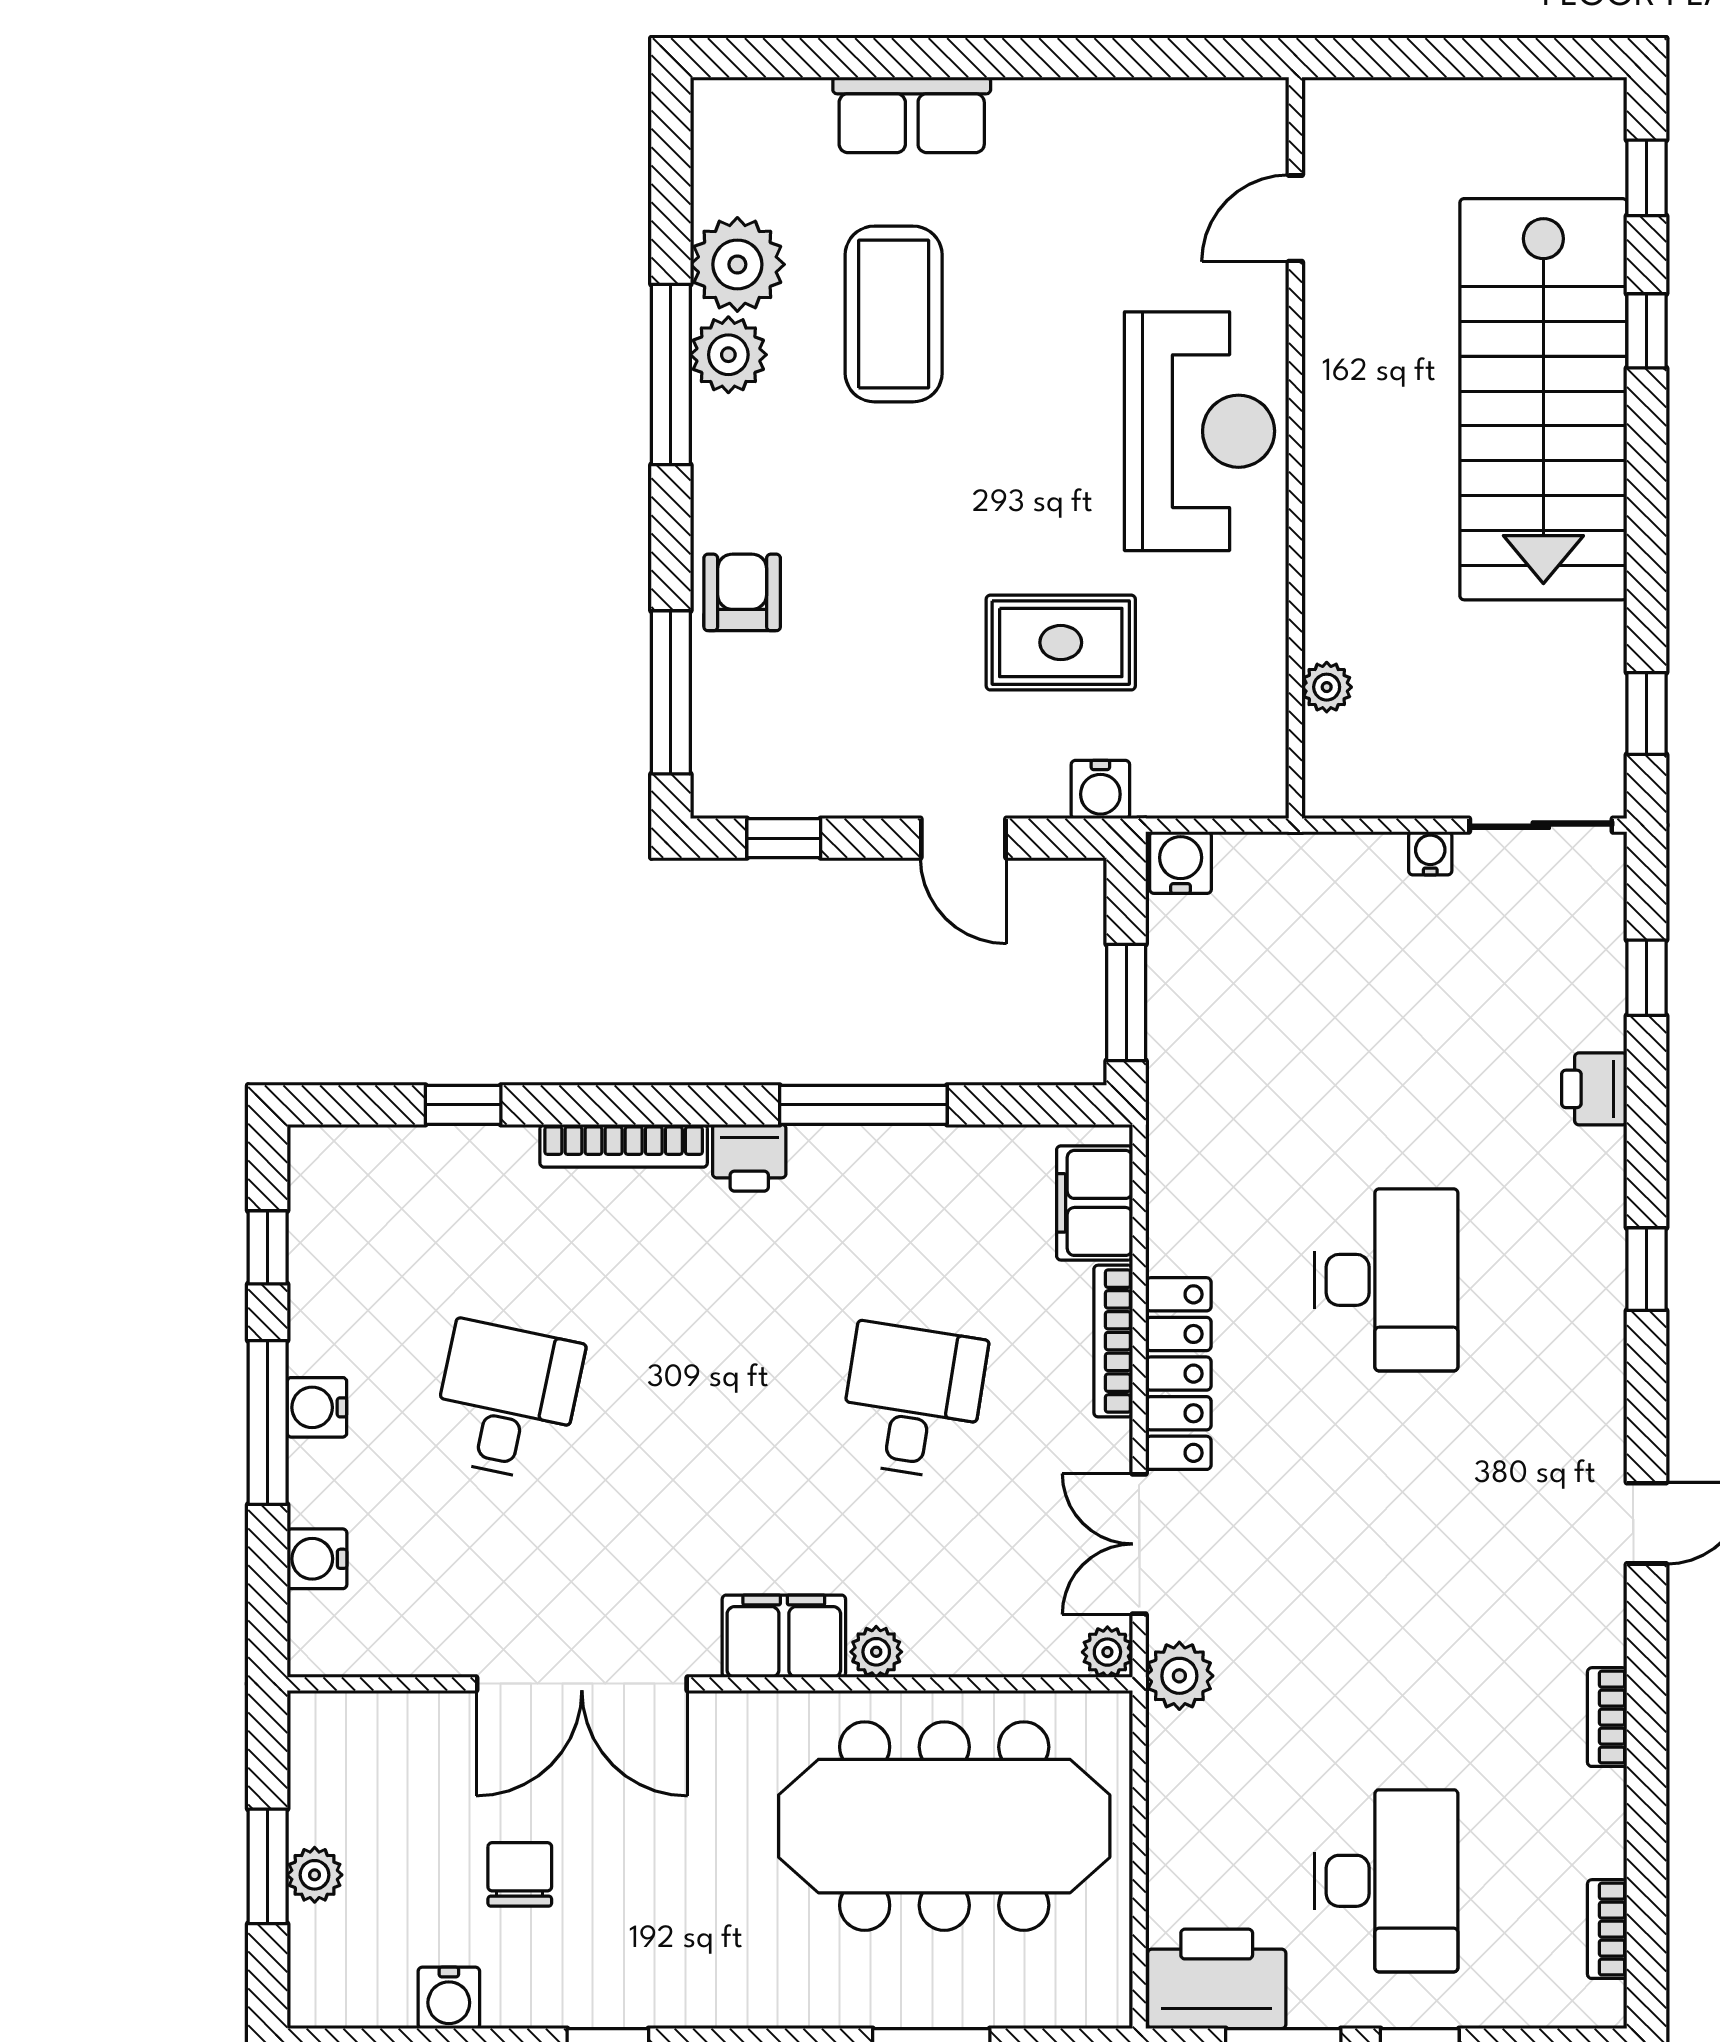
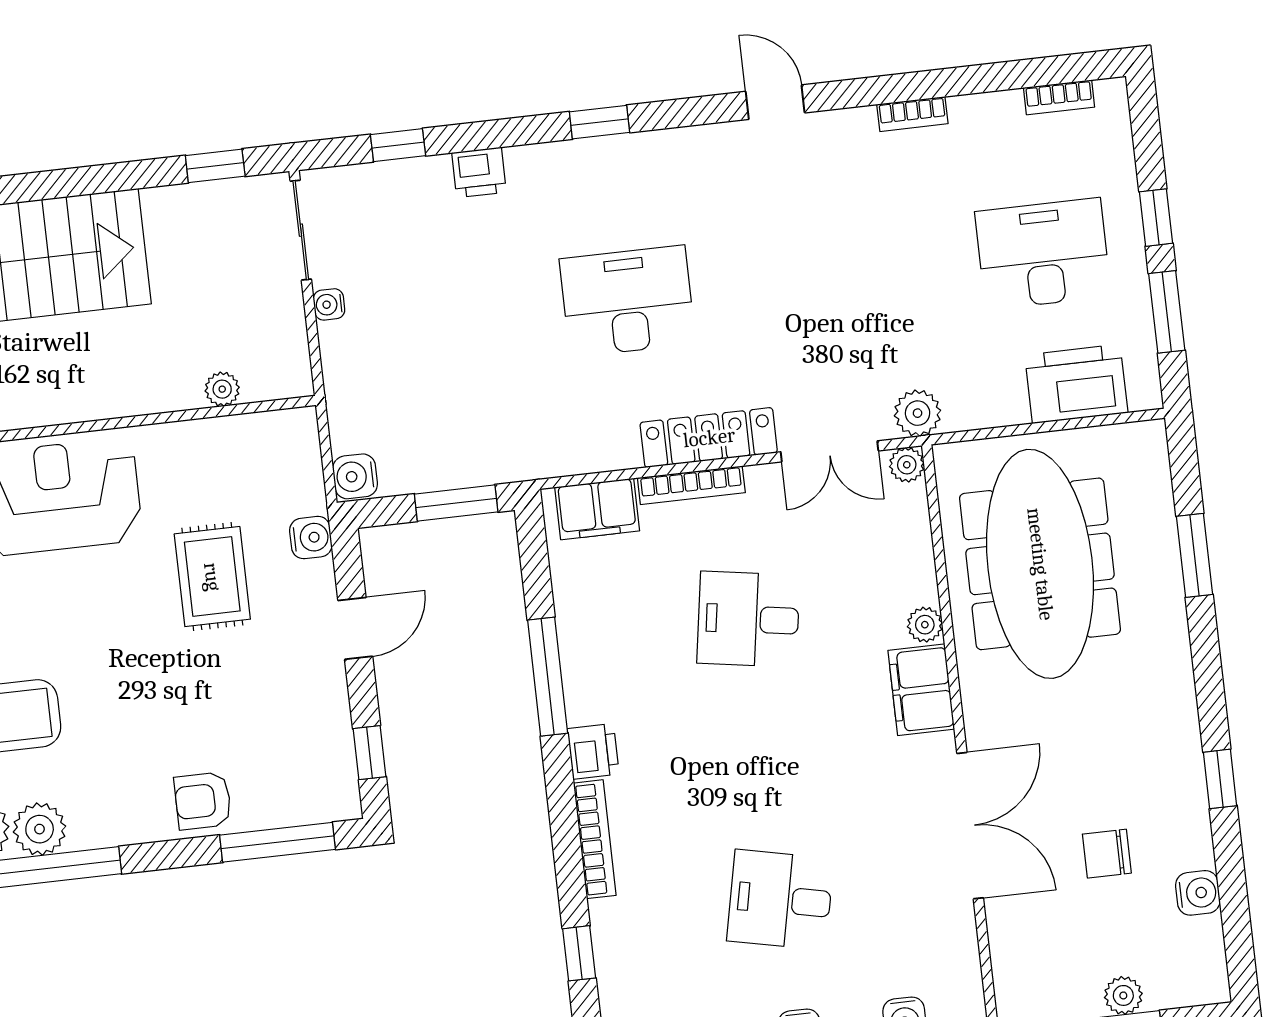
printer: (1217, 1979) -> (1076, 384), moved, turned 90

